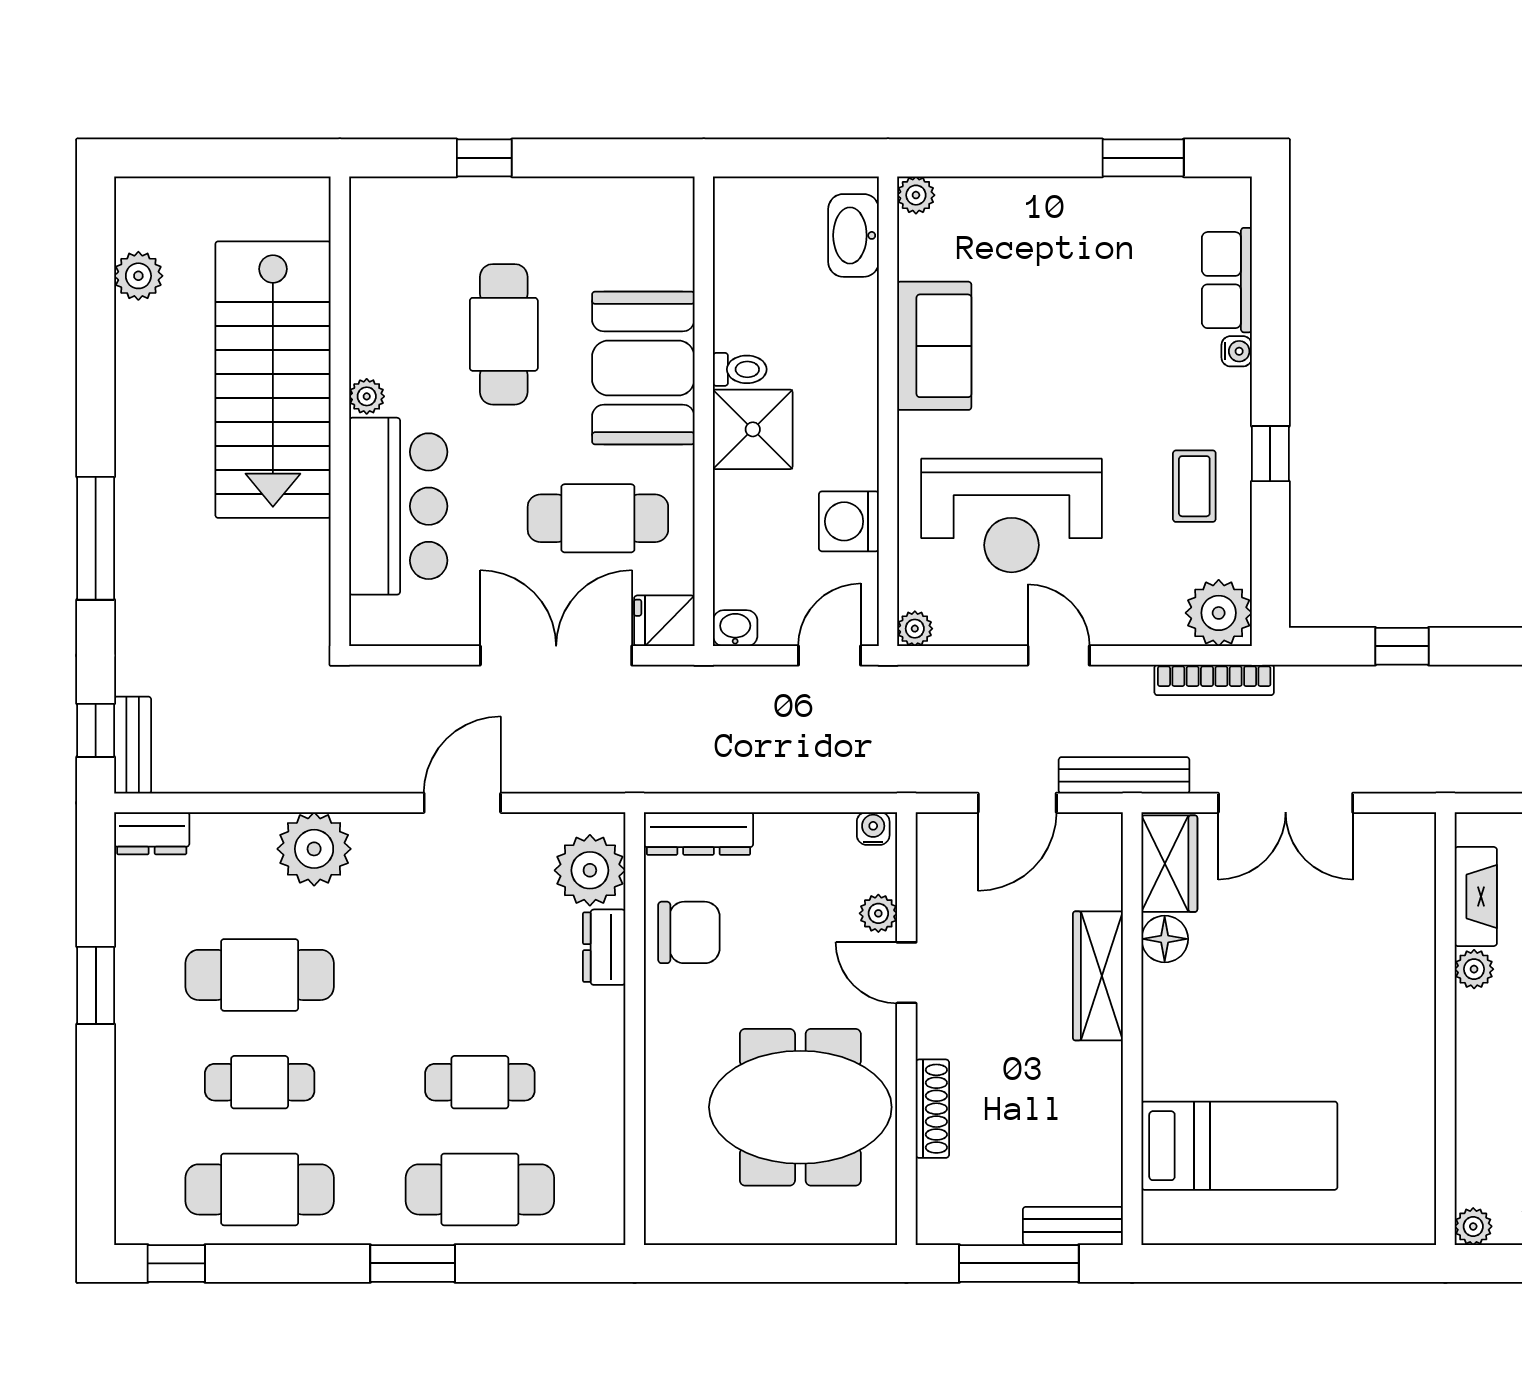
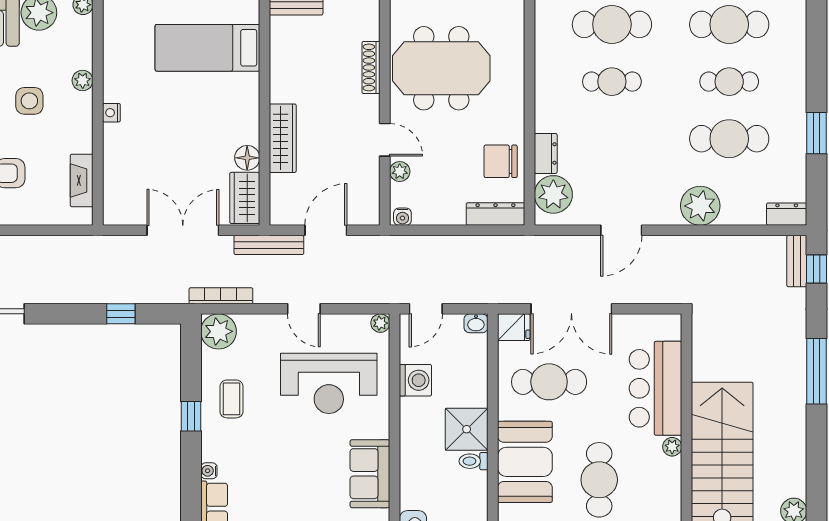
reception desk: (1012, 515) -> (329, 383), turned 180
plant: (1474, 969) -> (83, 81), moved
nightstand: (1420, 1024) -> (111, 113), added

